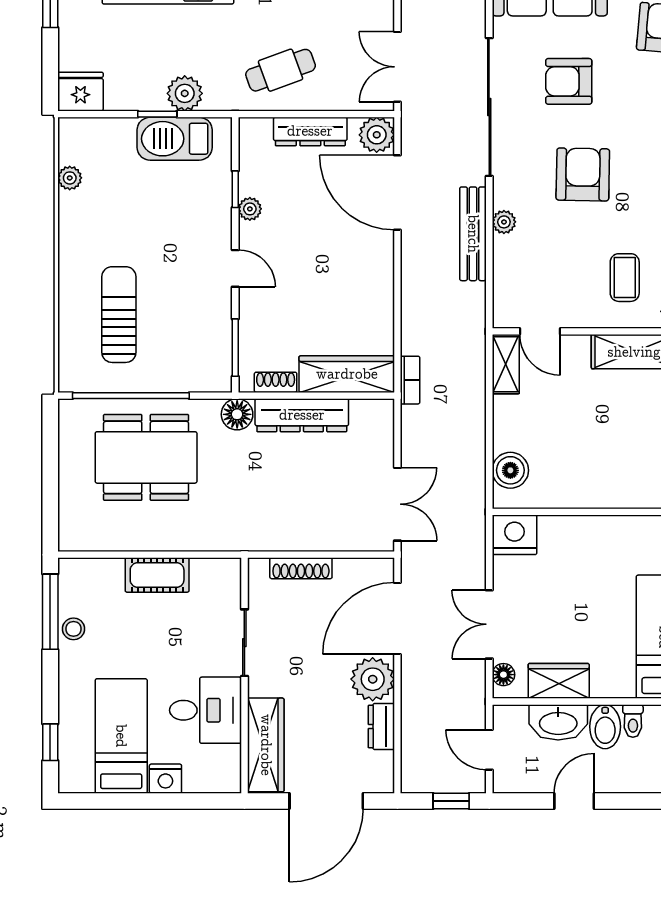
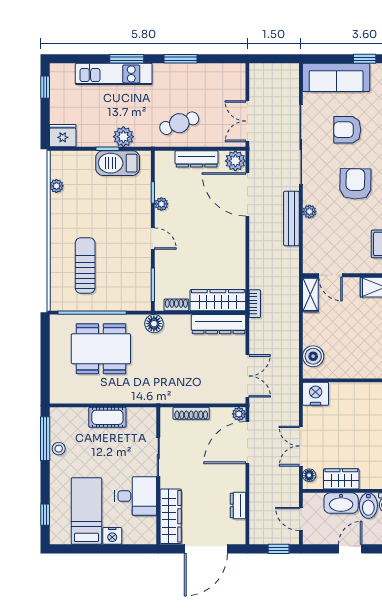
dresser: (302, 415) -> (218, 324), moved
plant: (373, 679) -> (239, 414), moved, width x0.53, depth x0.53

